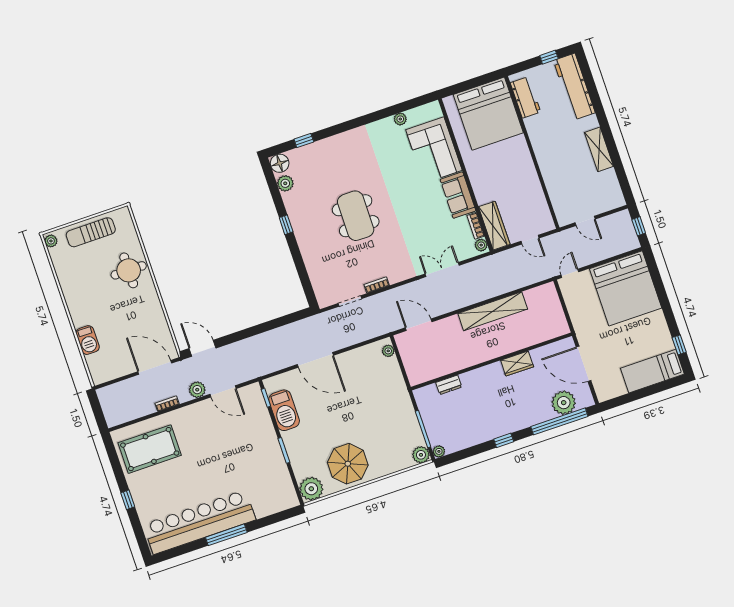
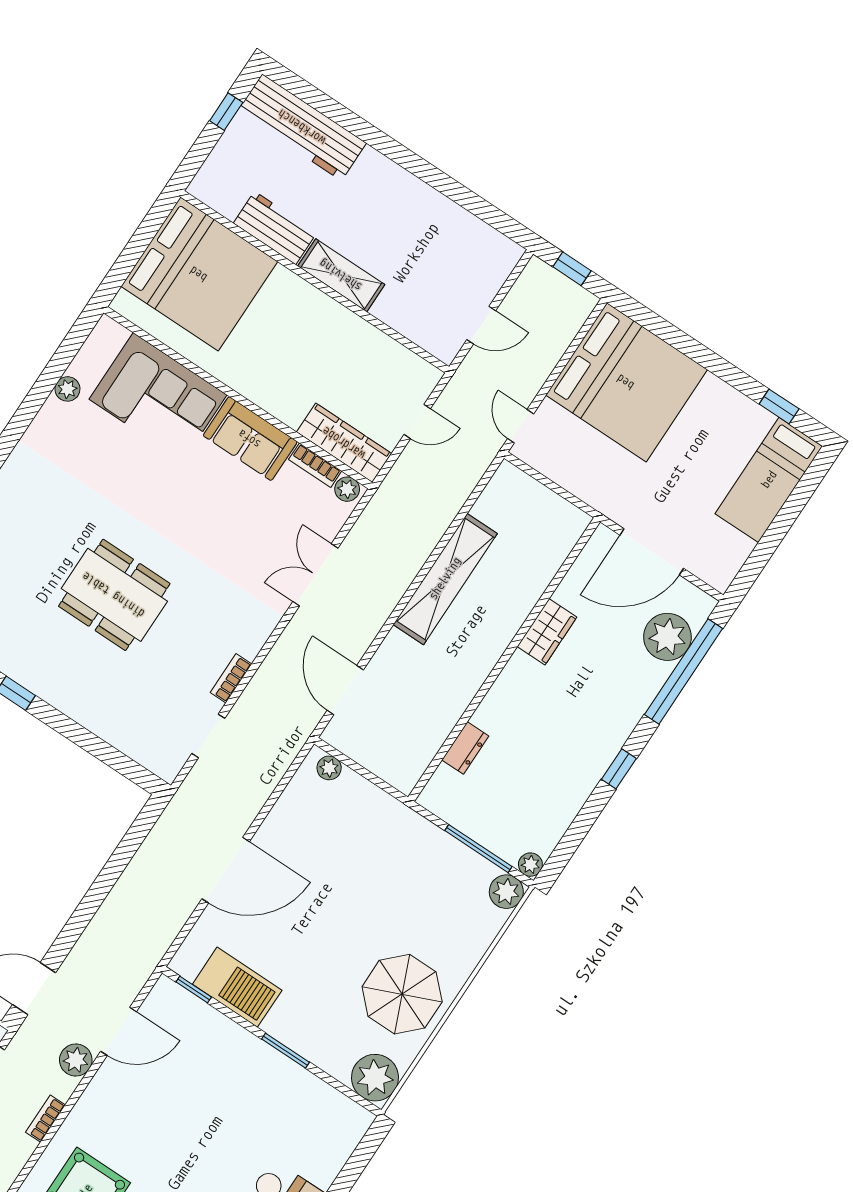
workbench: (526, 97) -> (275, 228), moved
shelving: (599, 149) -> (341, 275), moved
door: (419, 325) -> (345, 690), hinge flipped

